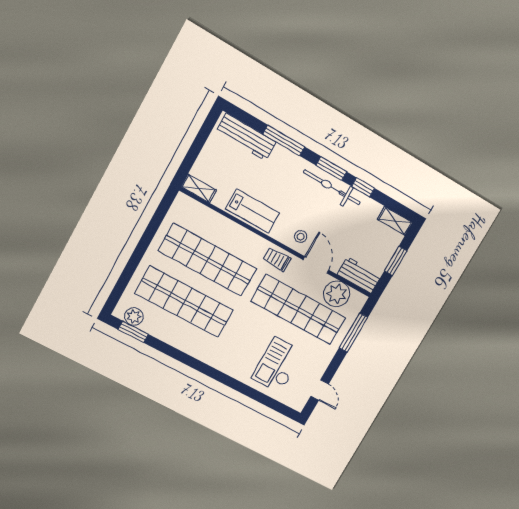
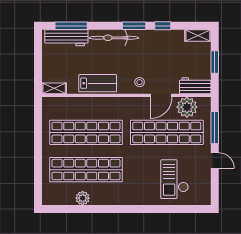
window: (284, 140) -> (71, 26), moved
bicycle: (332, 187) -> (114, 38), moved
trolley: (277, 259) -> (132, 106), removed
door: (316, 265) -> (161, 95), swing flipped
plant: (134, 317) -> (83, 198), moved
window: (133, 332) -> (63, 209), removed
door: (320, 390) -> (215, 160), moved

